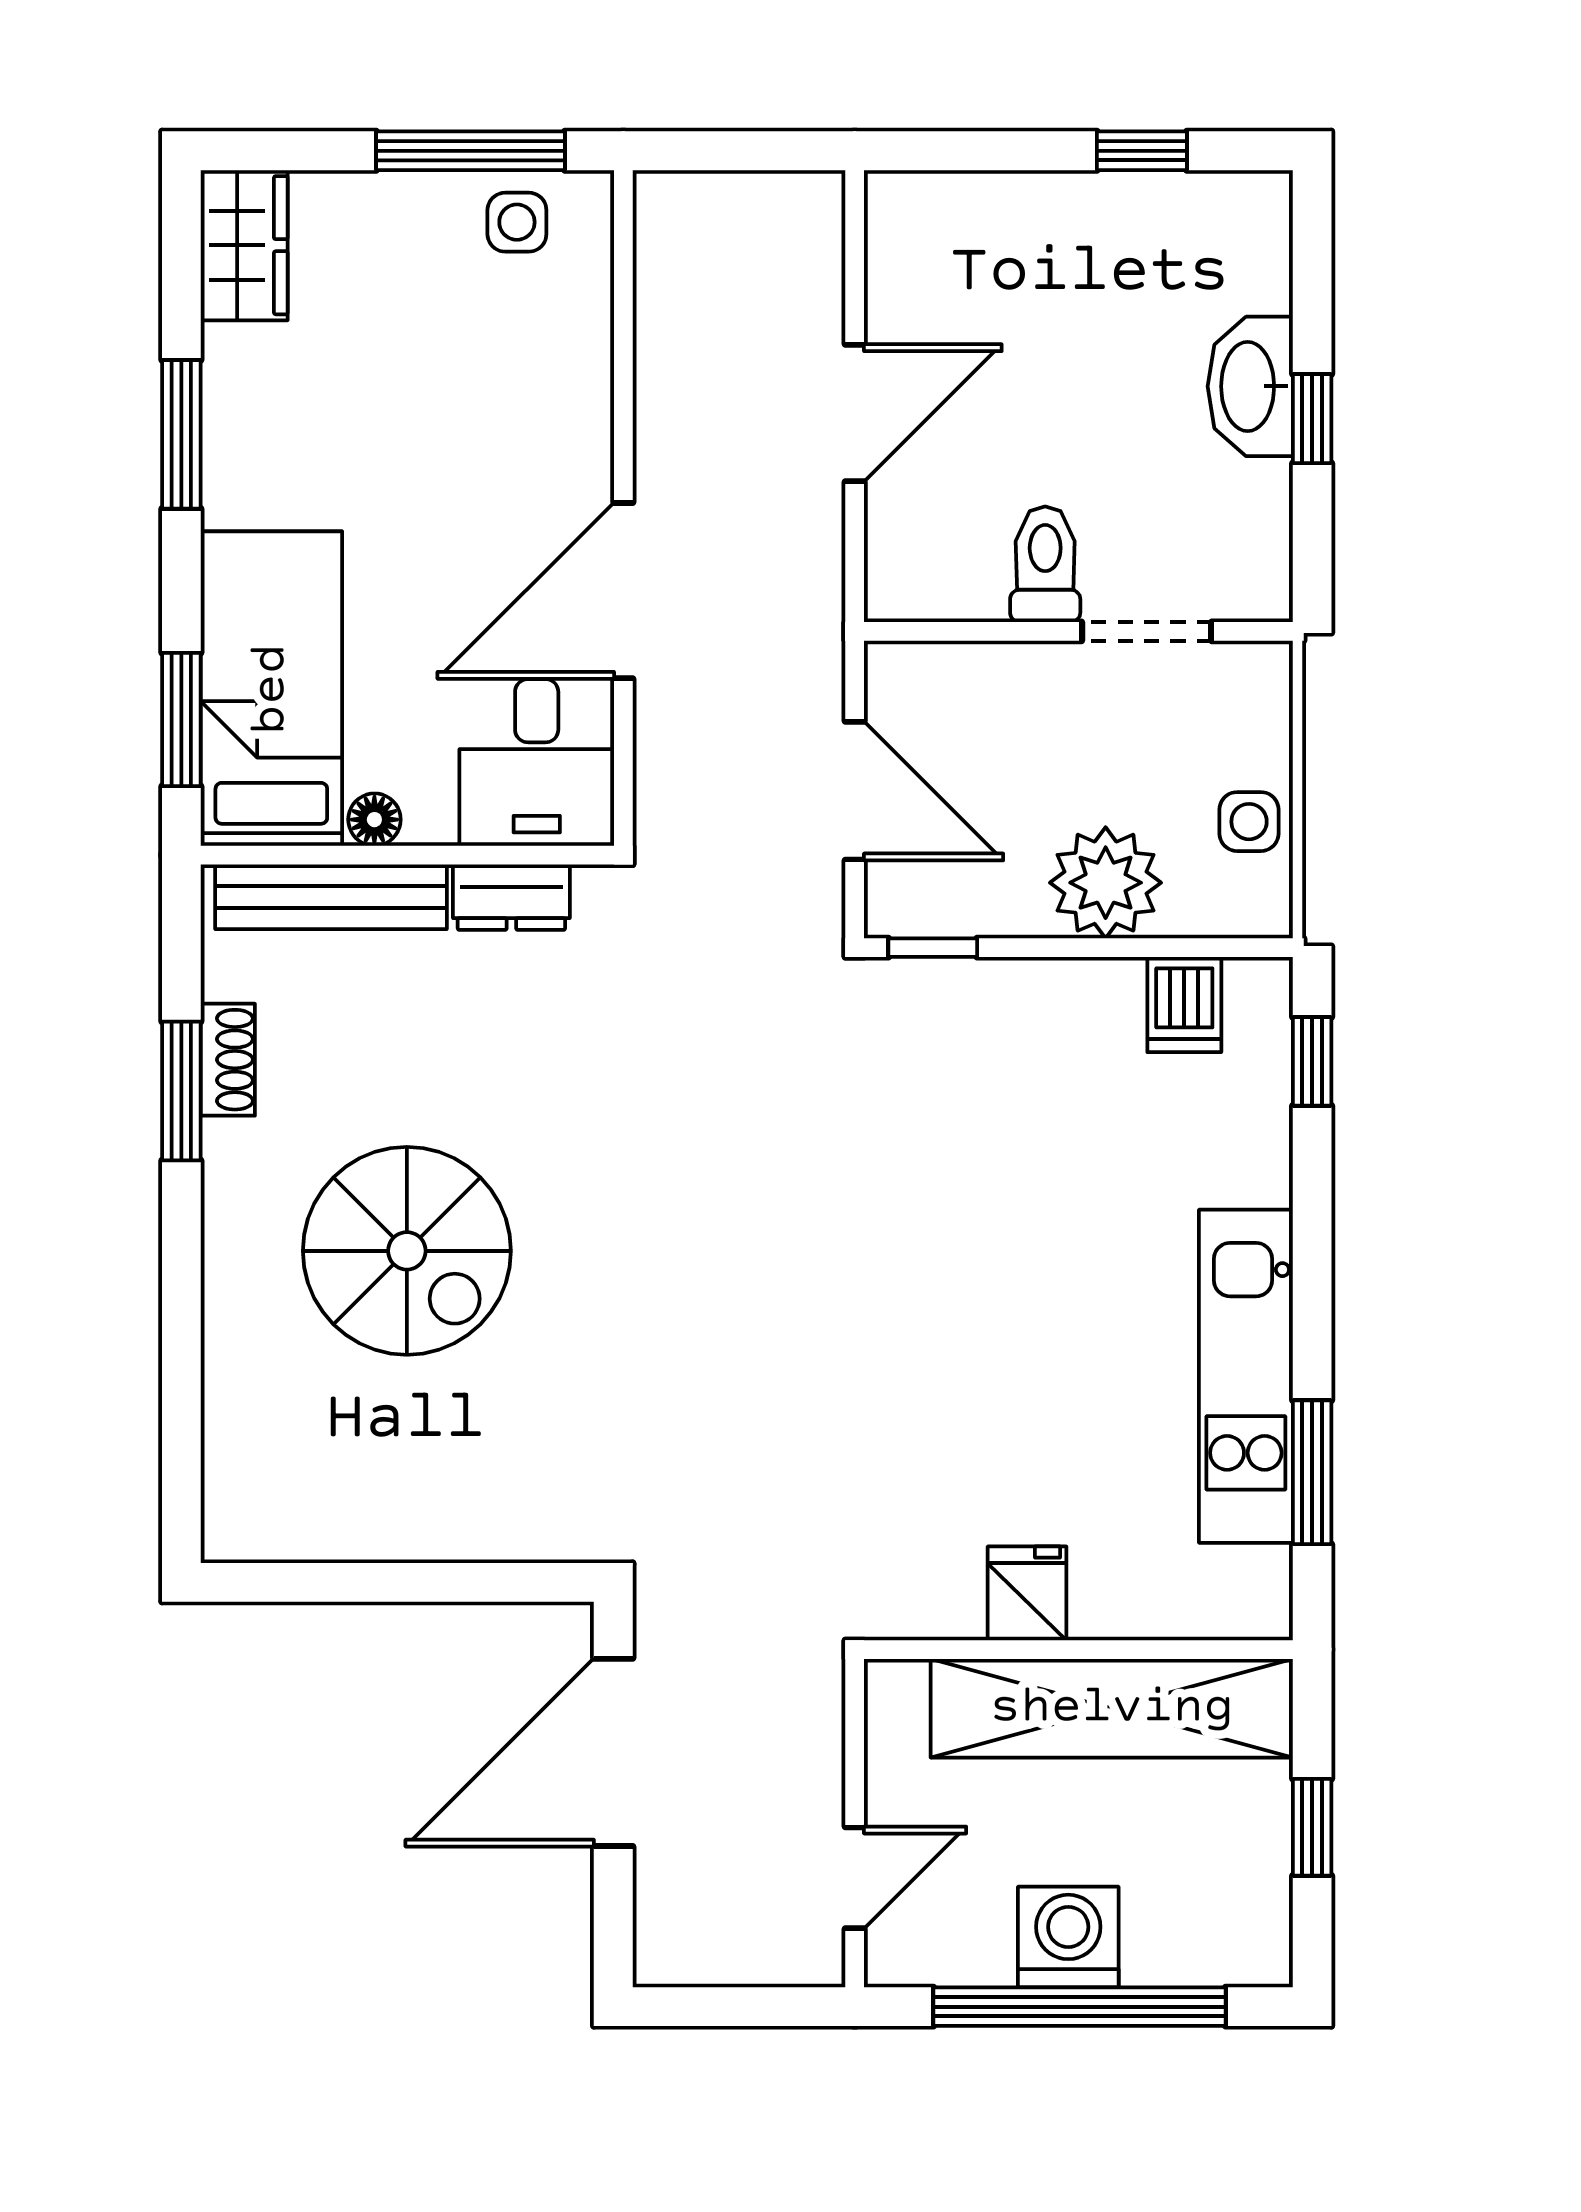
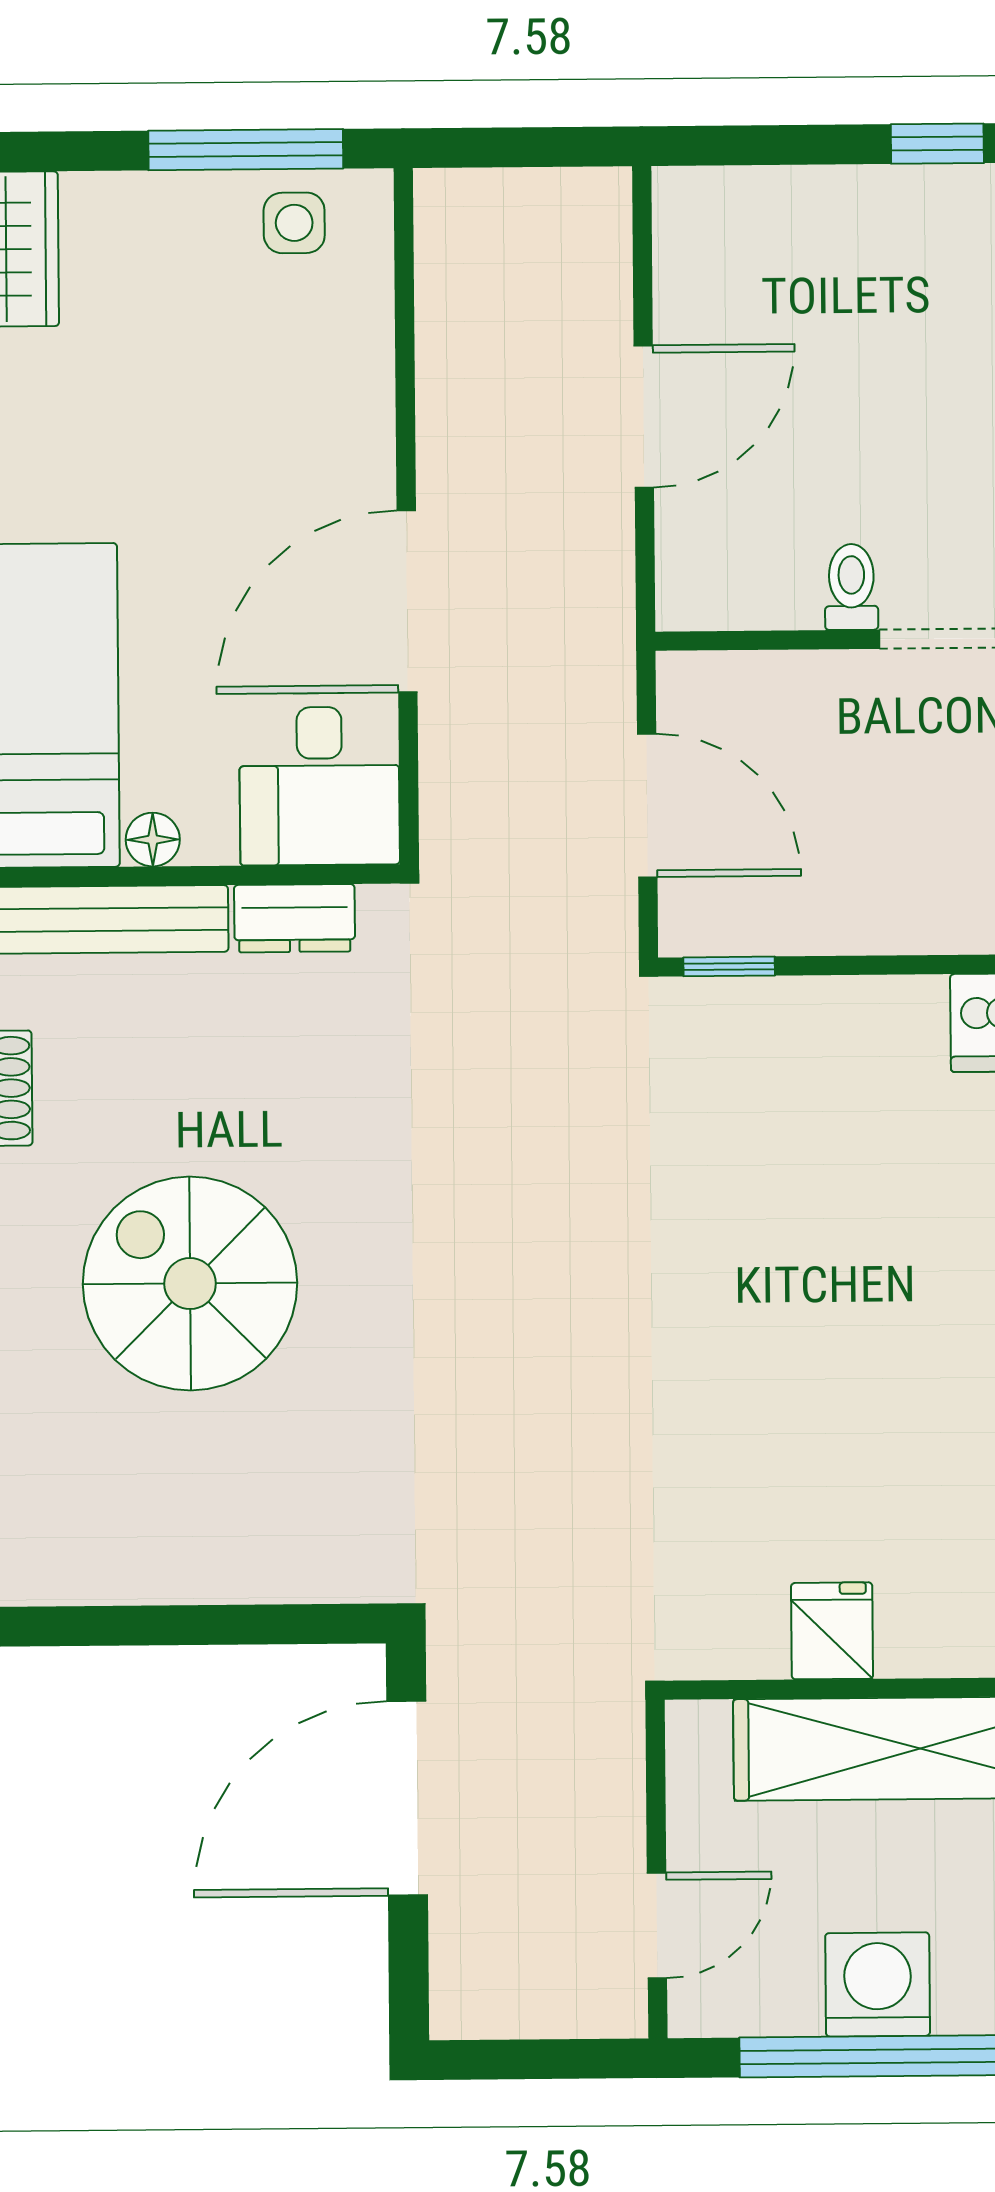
toilet: (1045, 564) -> (851, 587), width x0.73, depth x0.72
plant: (1106, 883) -> (906, 898), removed
spiral stairs: (407, 1251) -> (190, 1284), turned 180

